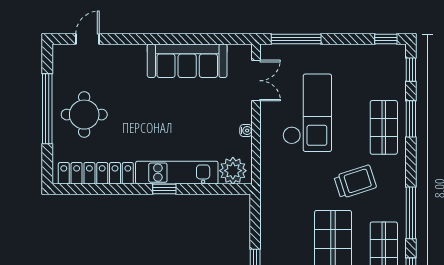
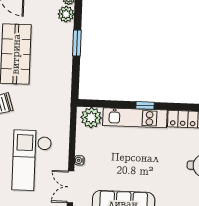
water cooler: (246, 131) -> (79, 160), moved

